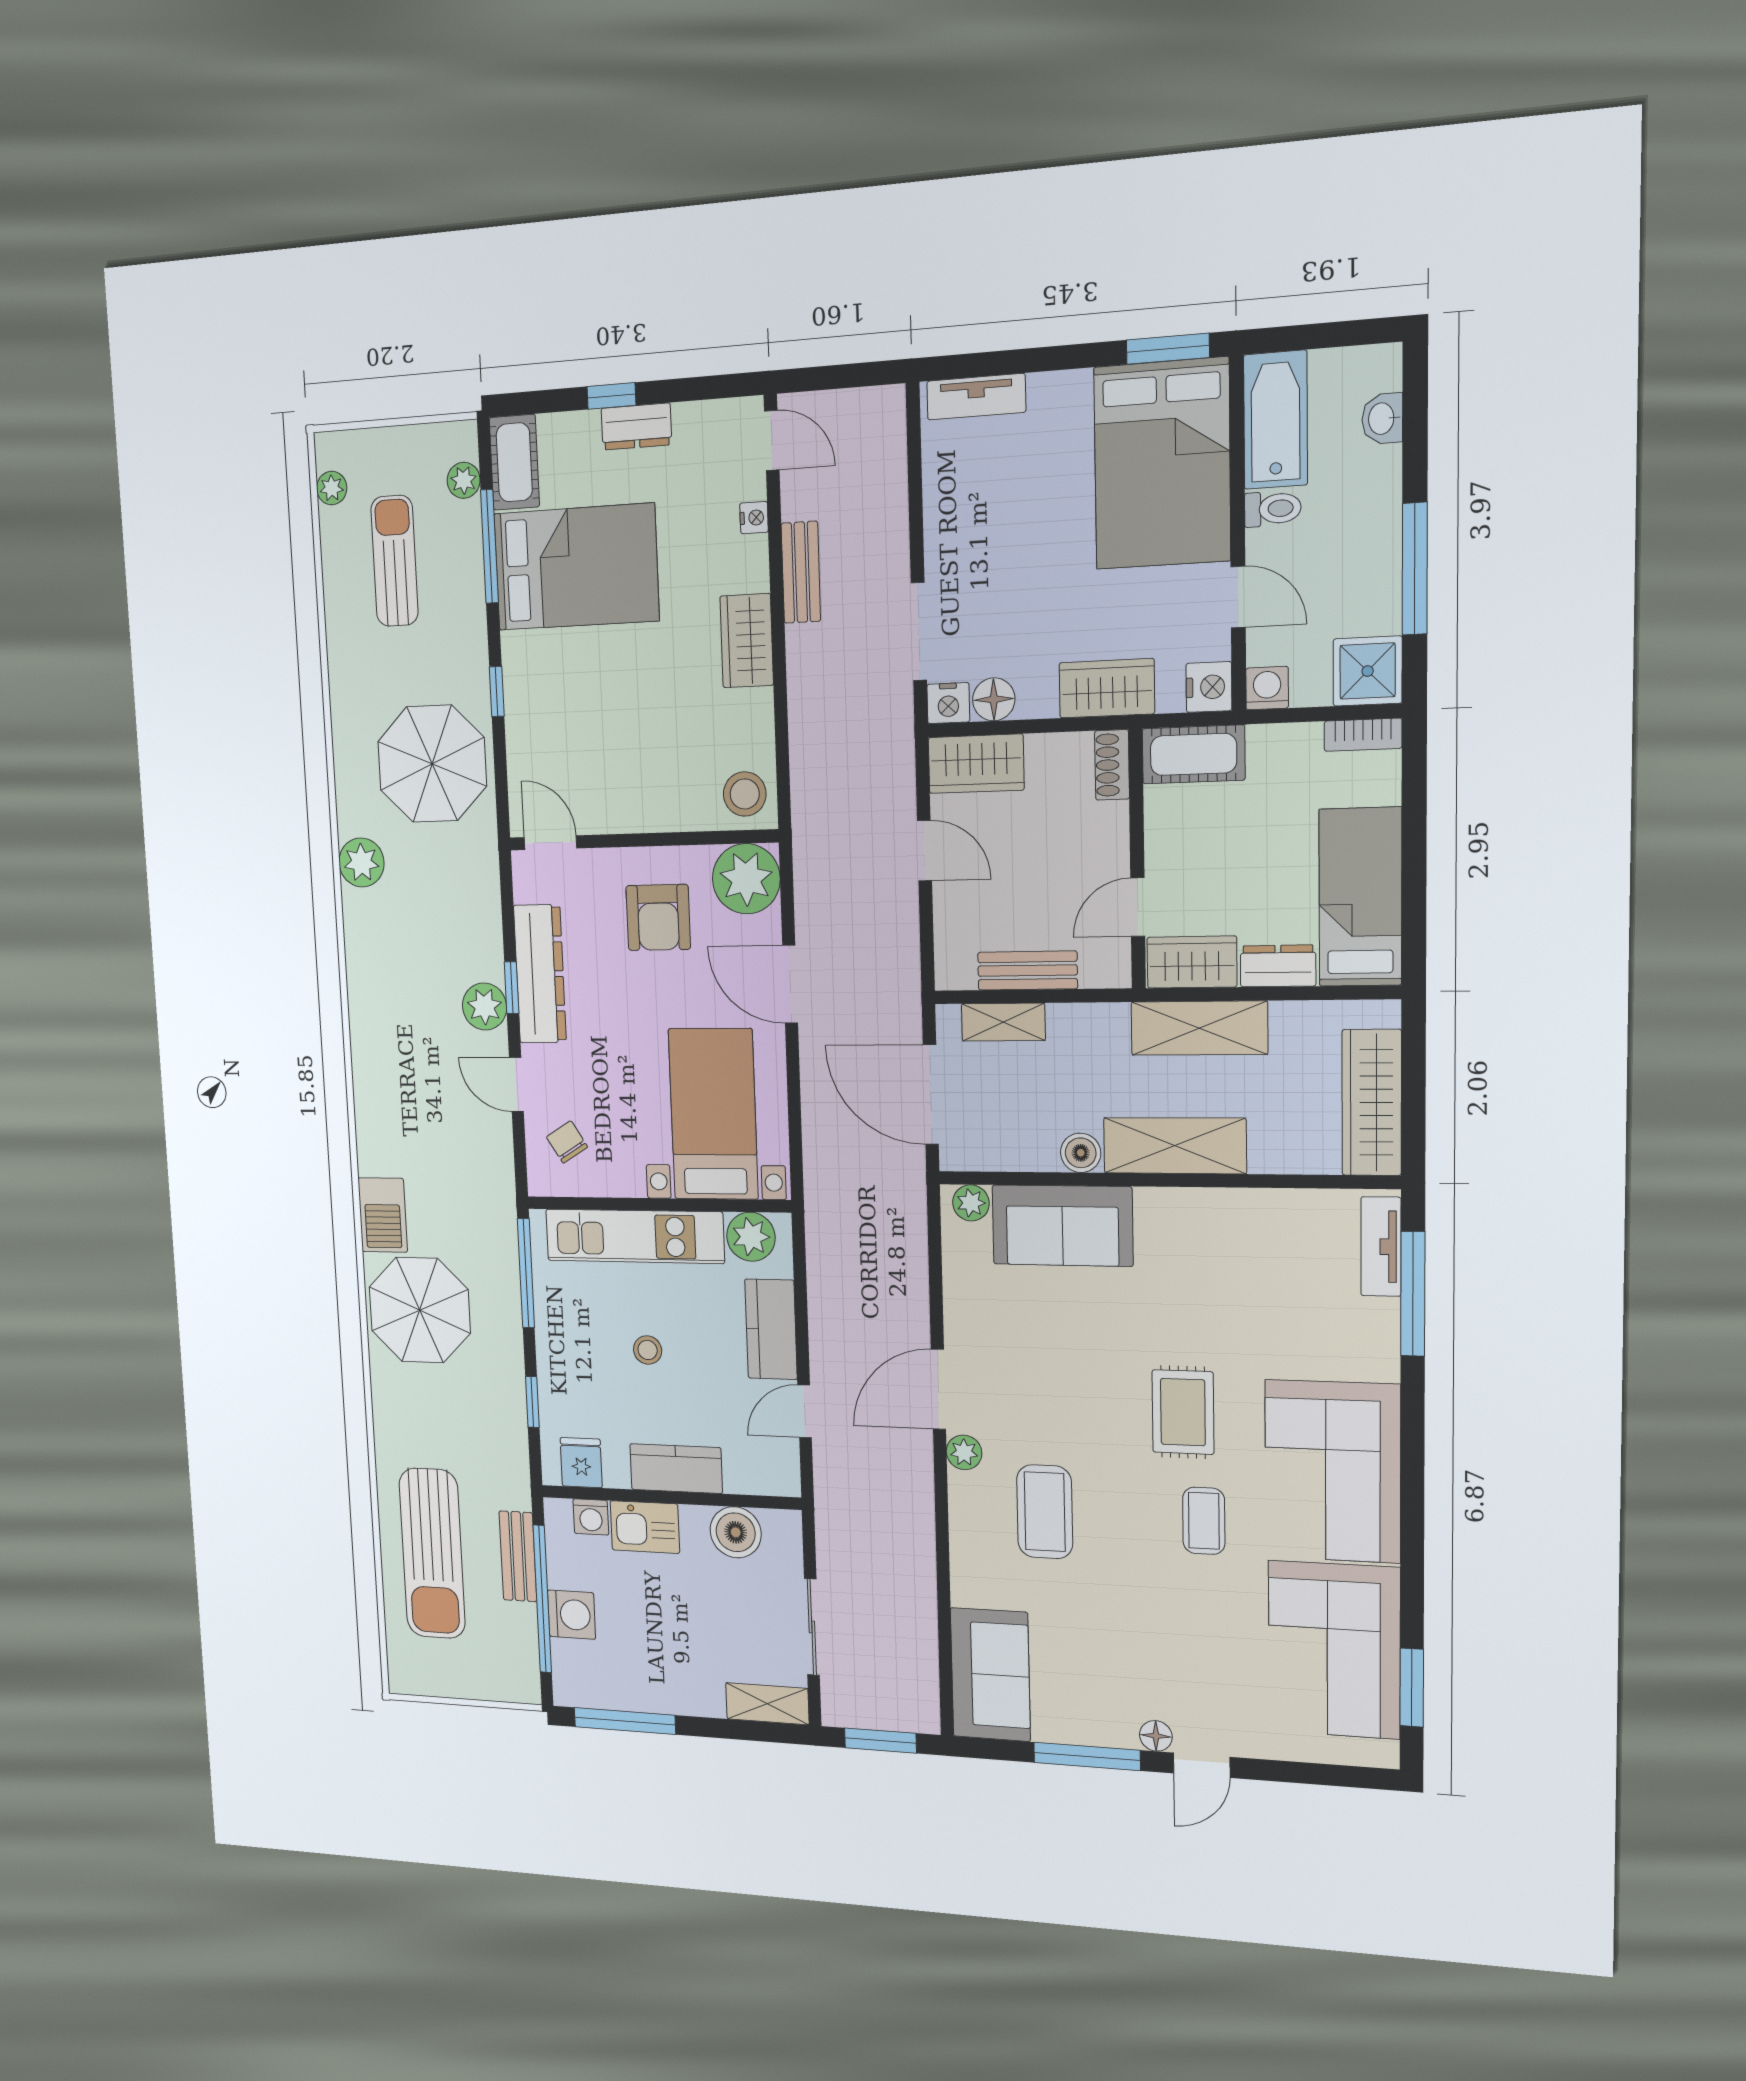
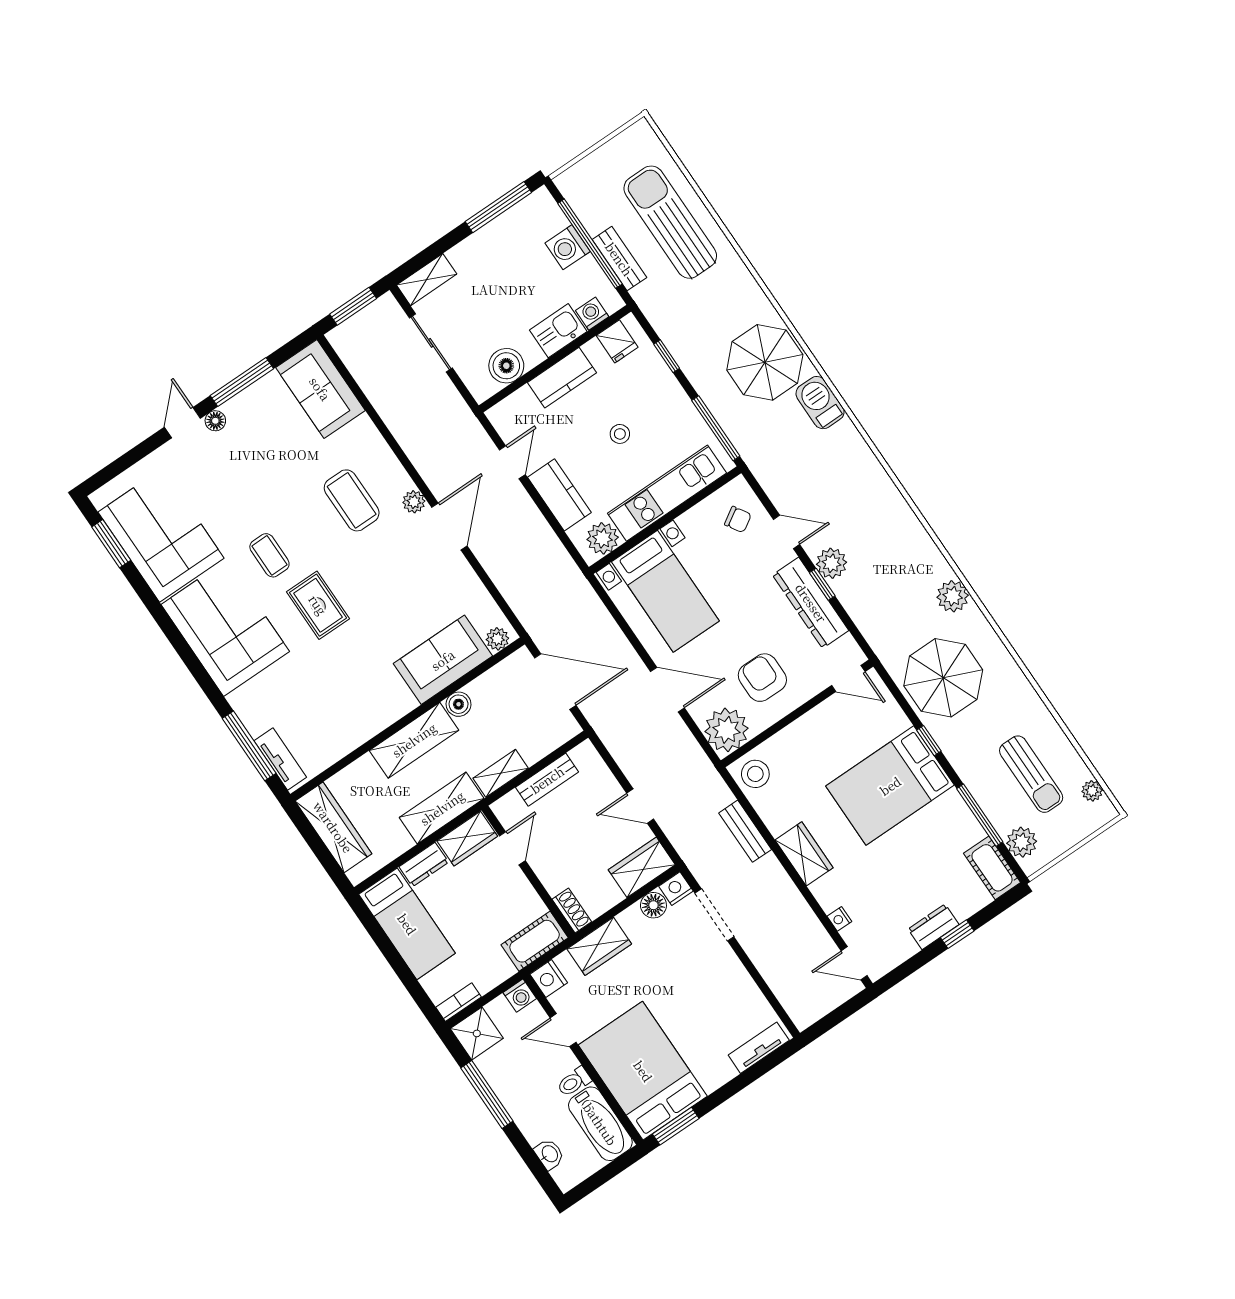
plant: (464, 480) -> (1022, 842), width x1.38, depth x1.38
bed: (576, 567) -> (890, 786), moved
bench: (801, 572) -> (745, 831), moved
shelving: (1003, 1022) -> (501, 773), moved

